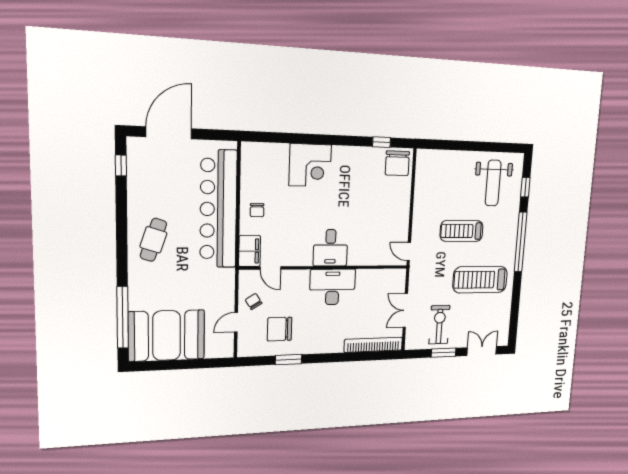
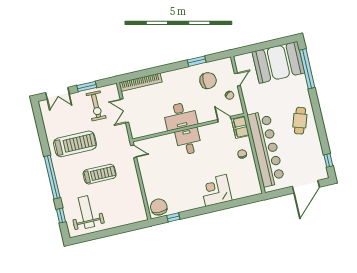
double door: (405, 310) -> (124, 111), swing flipped

